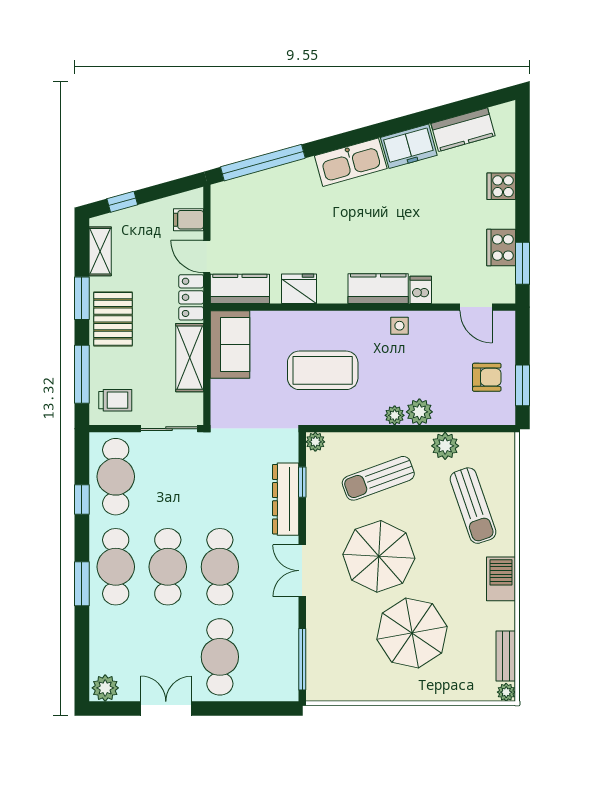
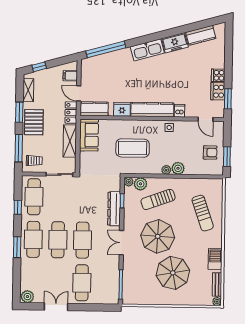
cooker: (501, 186) -> (218, 75), moved
kitchen counter: (378, 289) -> (152, 110), width x1.50
plant: (445, 446) -> (140, 184), moved
barbecue: (501, 579) -> (215, 259), moved

